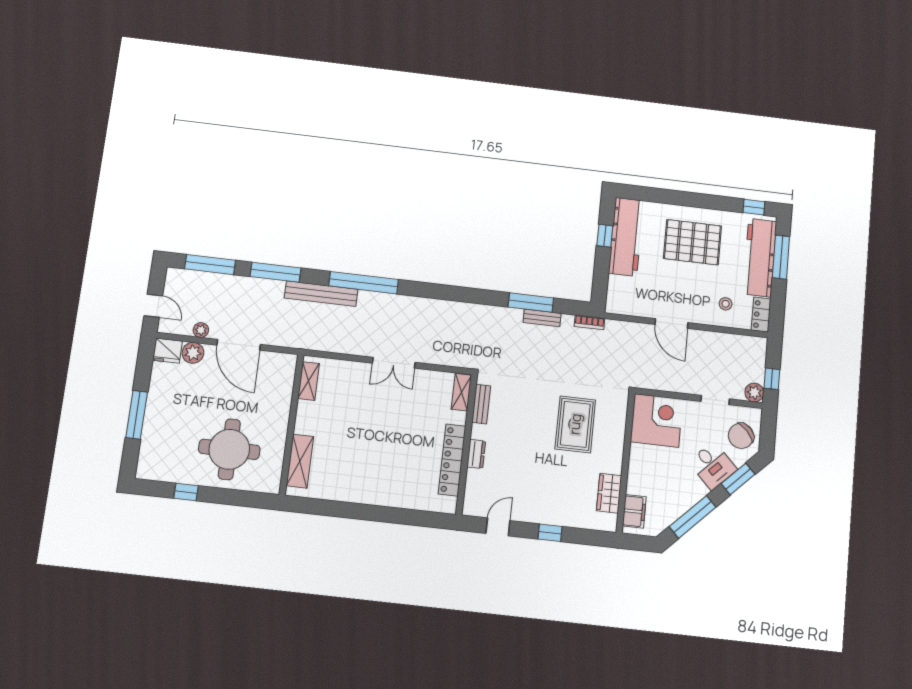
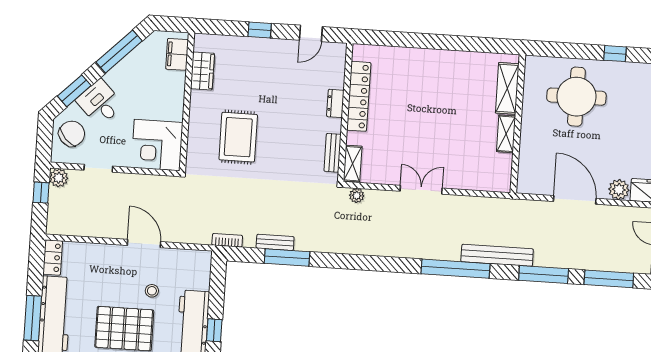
stool: (726, 304) -> (152, 291), moved
plant: (201, 330) -> (357, 196), moved
shelving: (309, 381) -> (506, 134), moved

